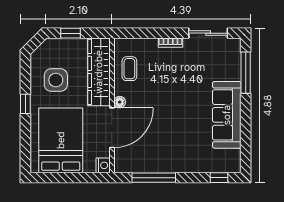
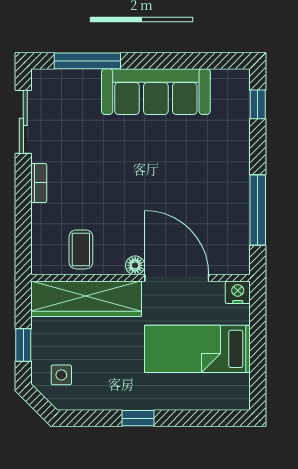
coffee table: (129, 69) -> (81, 249), turned 90
side table: (56, 80) -> (61, 375), moved, width x0.54, depth x0.54
bed: (61, 140) -> (197, 349), width x0.67

